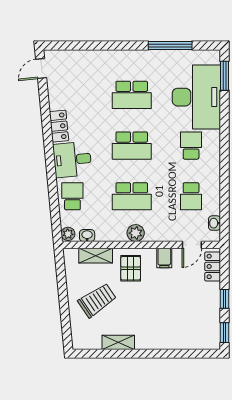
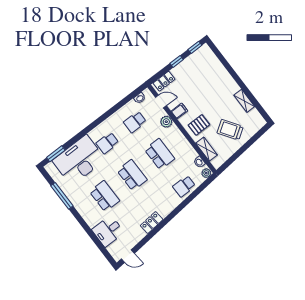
desk: (72, 160) -> (108, 231), moved, turned 96
school desk: (191, 196) -> (135, 122), turned 180
plant: (136, 233) -> (166, 122), moved

